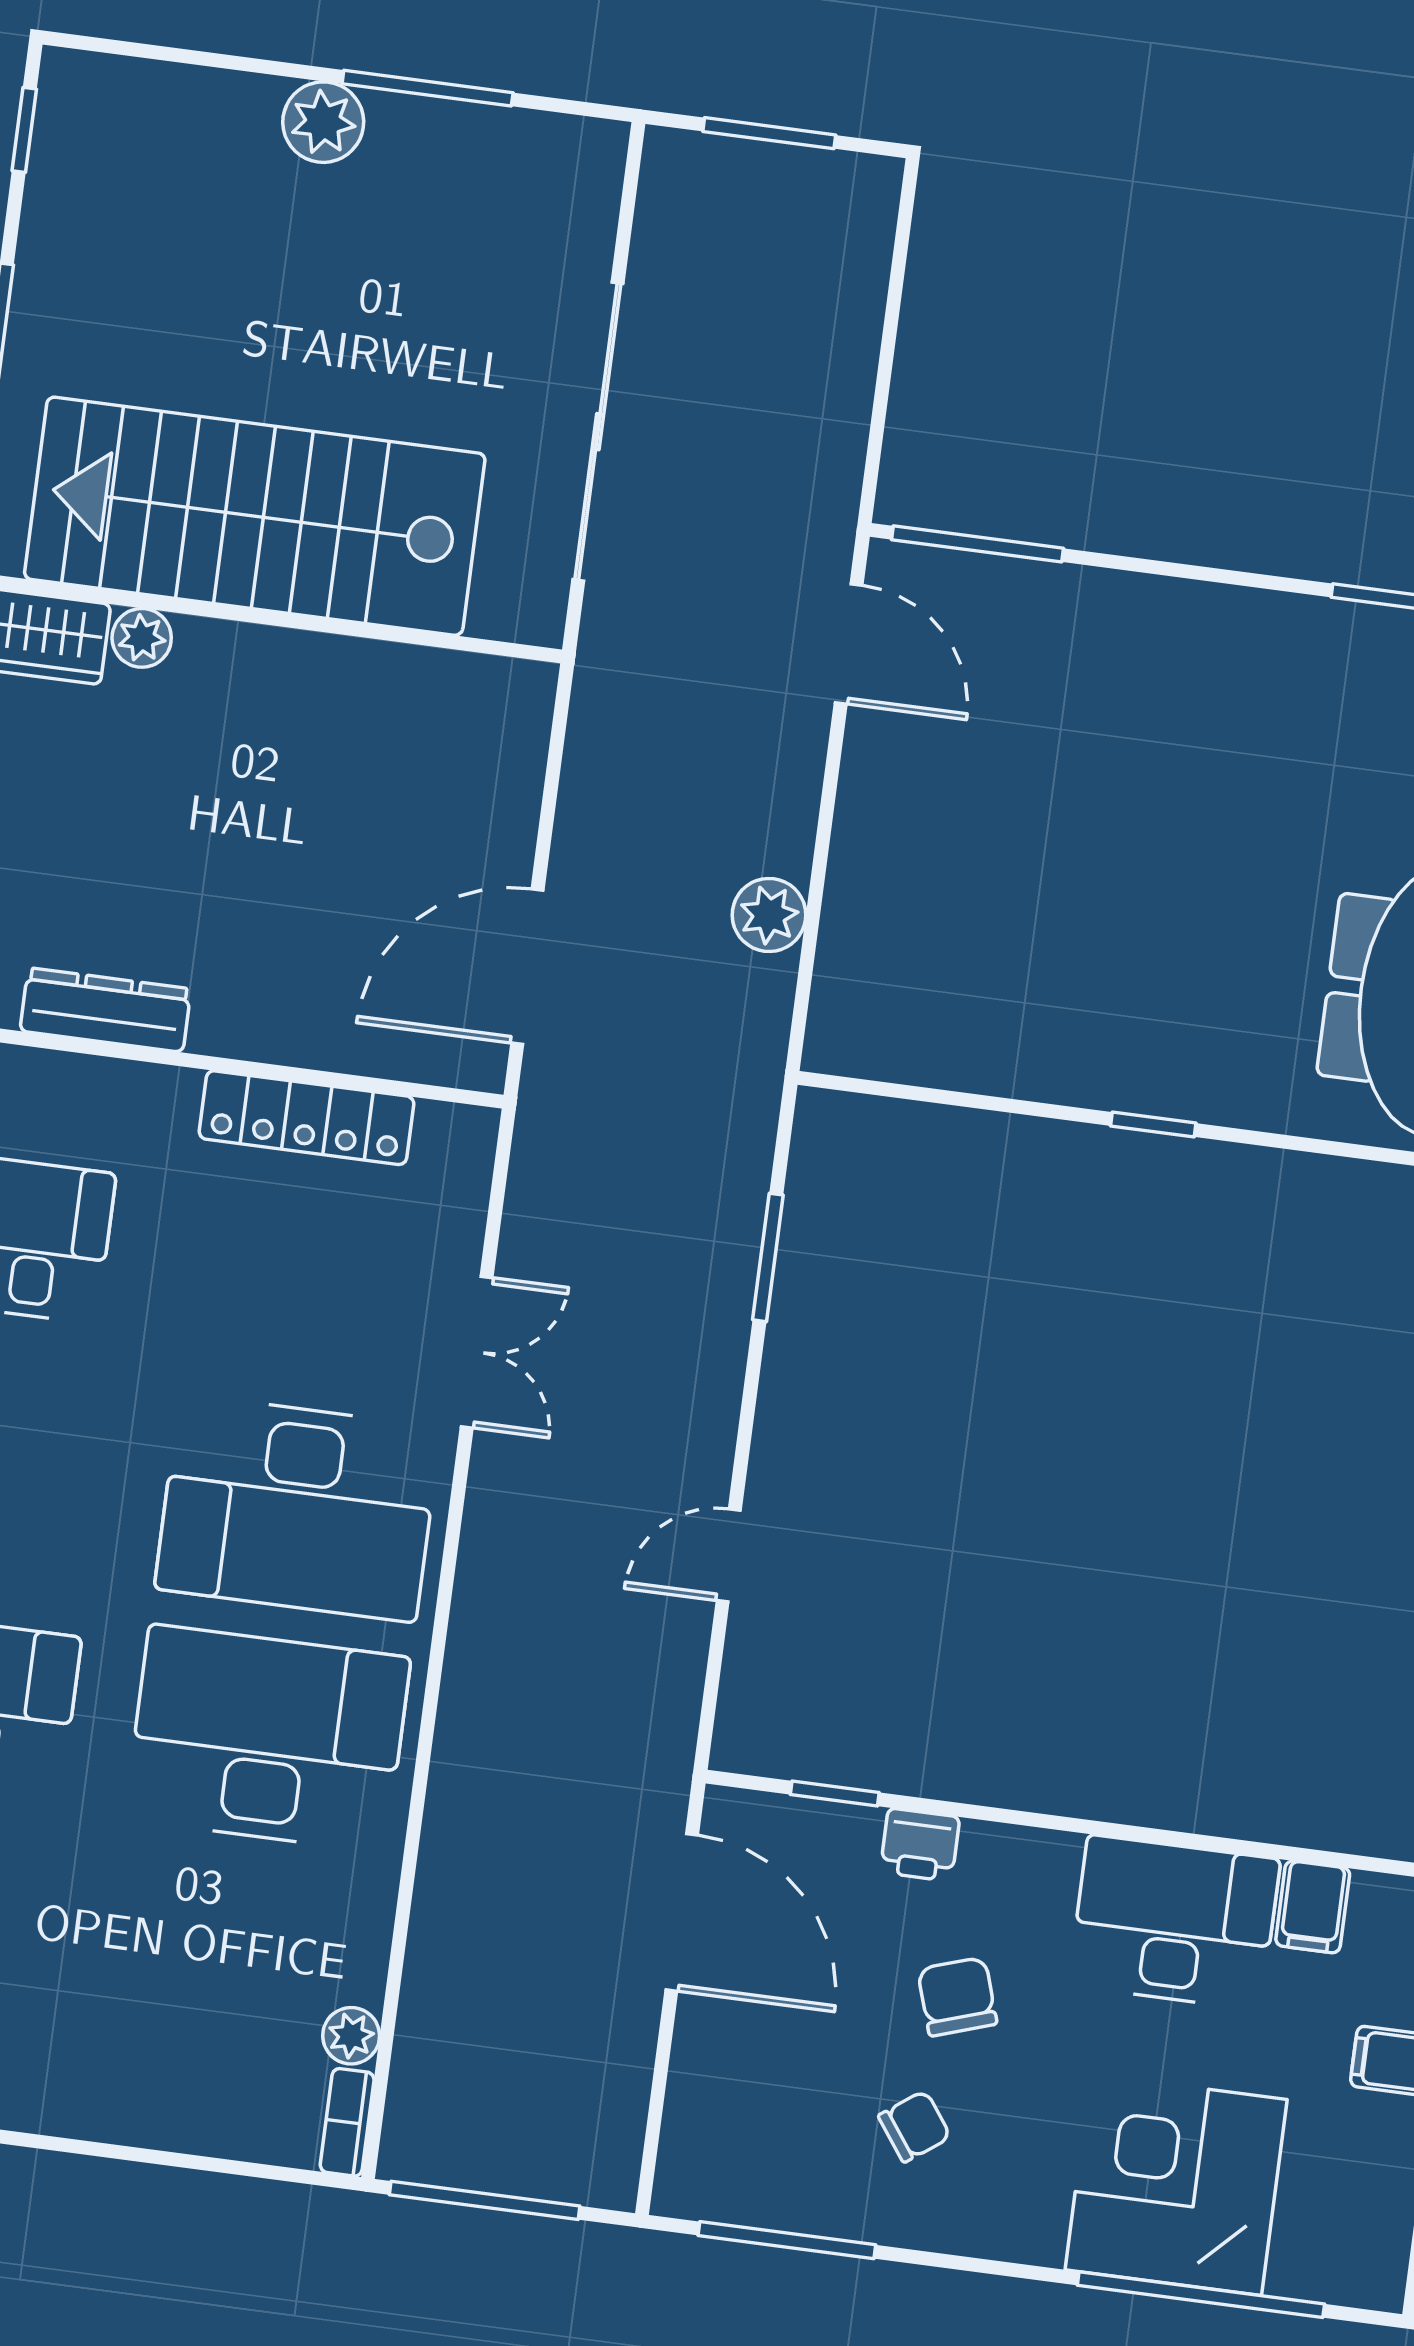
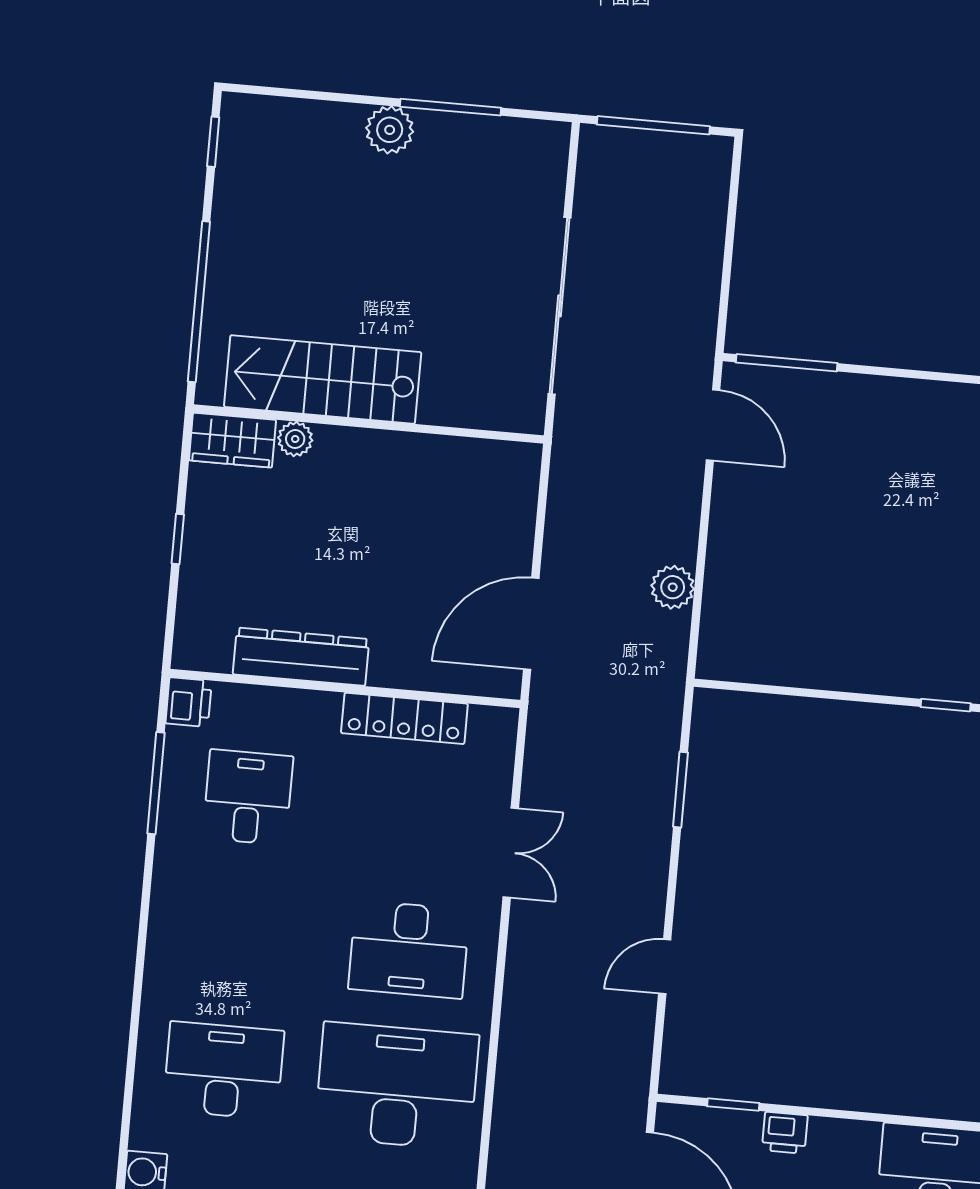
window: (769, 133) -> (653, 125), width x1.44
stairs: (255, 516) -> (323, 379), width x0.73, depth x0.66
dresser: (105, 1010) -> (301, 657), width x1.37, depth x1.24
window: (1153, 1125) -> (946, 705), moved
desk: (298, 1508) -> (409, 949), width x0.73, depth x0.77

